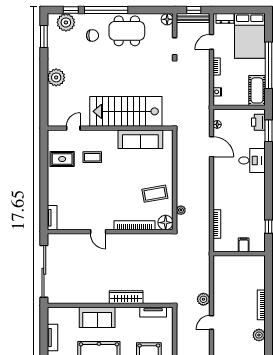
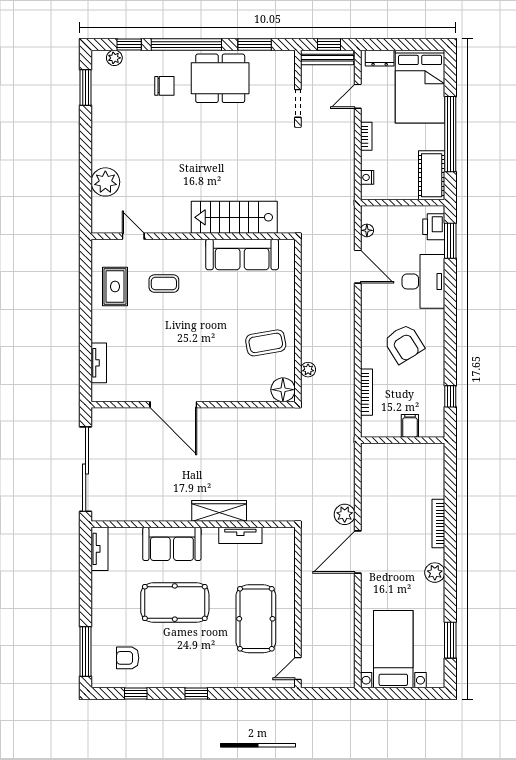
window: (148, 10) -> (255, 44), added
floor lamp: (167, 19) -> (286, 60), removed
plant: (66, 22) -> (114, 58), width x0.53, depth x0.53
plant: (56, 77) -> (105, 182), moved
stairs: (126, 111) -> (234, 217), width x0.73, depth x0.66
door: (73, 128) -> (133, 236), hinge flipped
rug: (62, 159) -> (115, 287), turned 90
desk: (252, 160) -> (423, 281), width x1.37
armchair: (240, 194) -> (404, 344), added
tv unit: (52, 218) -> (99, 363), moved
bookcase: (134, 225) -> (233, 394), removed
door: (98, 232) -> (173, 405), width x1.88
tv unit: (153, 312) -> (240, 535), moved
door: (211, 322) -> (358, 552), width x1.87
tv unit: (53, 338) -> (99, 549), moved

